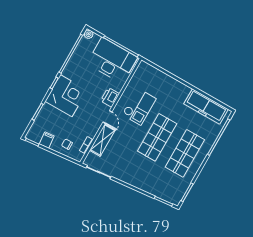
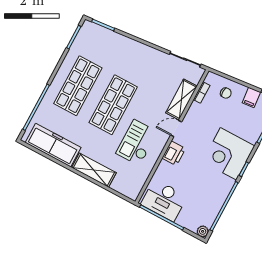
desk: (112, 60) -> (164, 200), width x0.73, depth x0.77
shelving: (174, 86) -> (94, 170), added
door: (107, 117) -> (176, 129), hinge flipped

